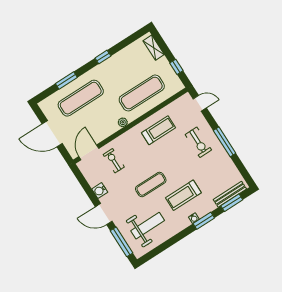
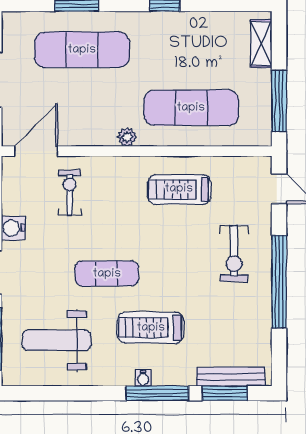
window: (176, 67) -> (279, 101), width x2.17
treadmill: (158, 130) -> (179, 189), turned 180
window: (225, 142) -> (279, 282), width x1.46
window: (204, 221) -> (157, 393), width x1.44
weight bench: (148, 226) -> (57, 340), turned 180

